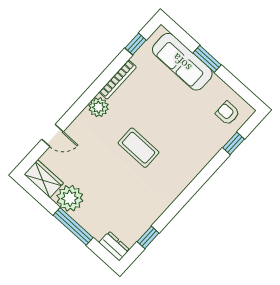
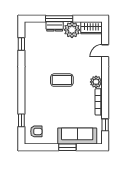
dresser: (114, 246) -> (55, 26), moved

